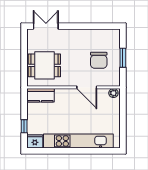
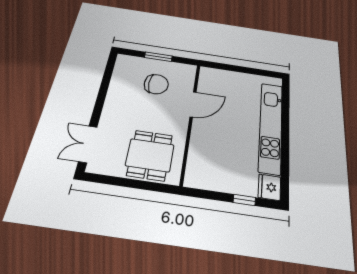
plant: (113, 93) -> (206, 75), removed
kitchen counter: (40, 95) -> (196, 168), removed

